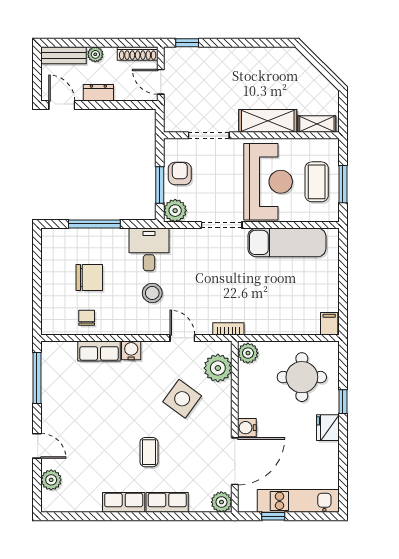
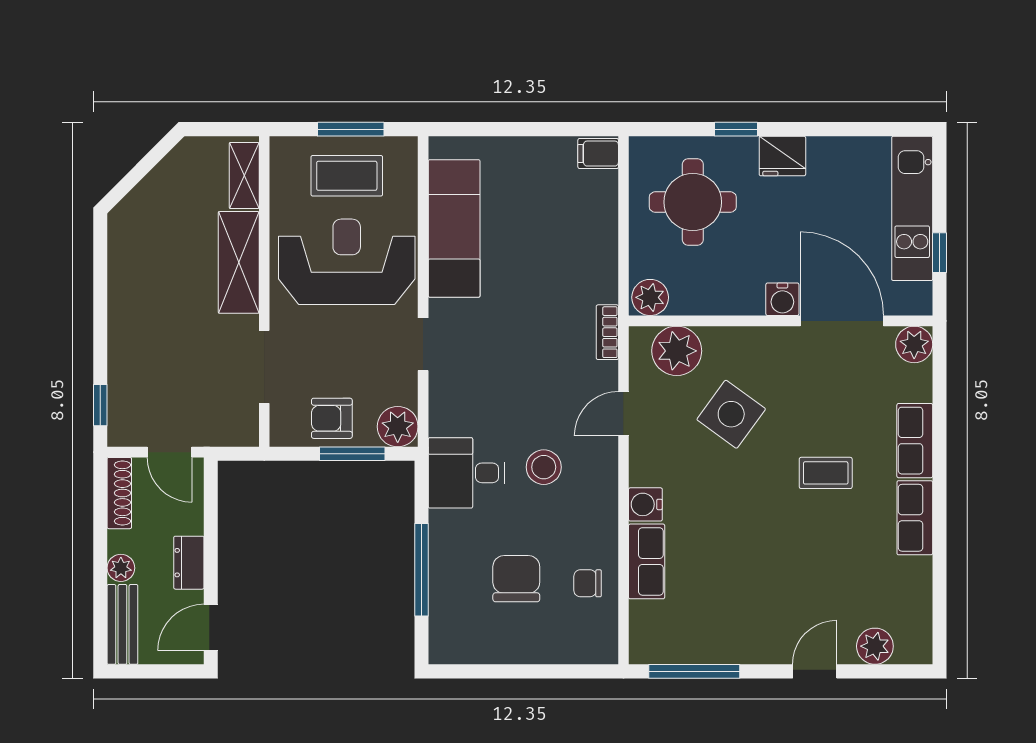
door: (161, 82) -> (169, 452), hinge flipped
doorway: (222, 225) -> (423, 344), width x0.73

